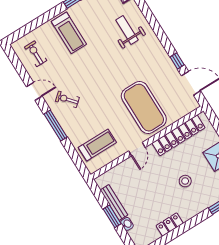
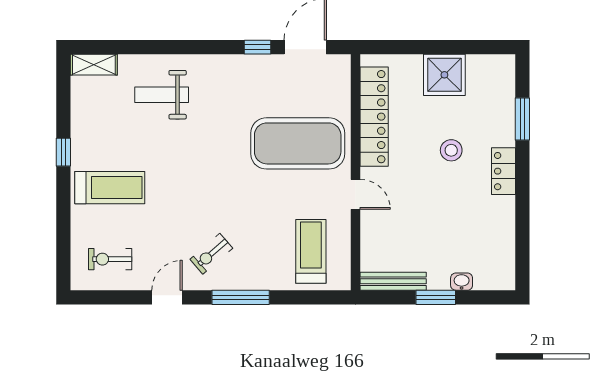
bench: (114, 203) -> (393, 281), moved
locker: (170, 225) -> (504, 171), moved

